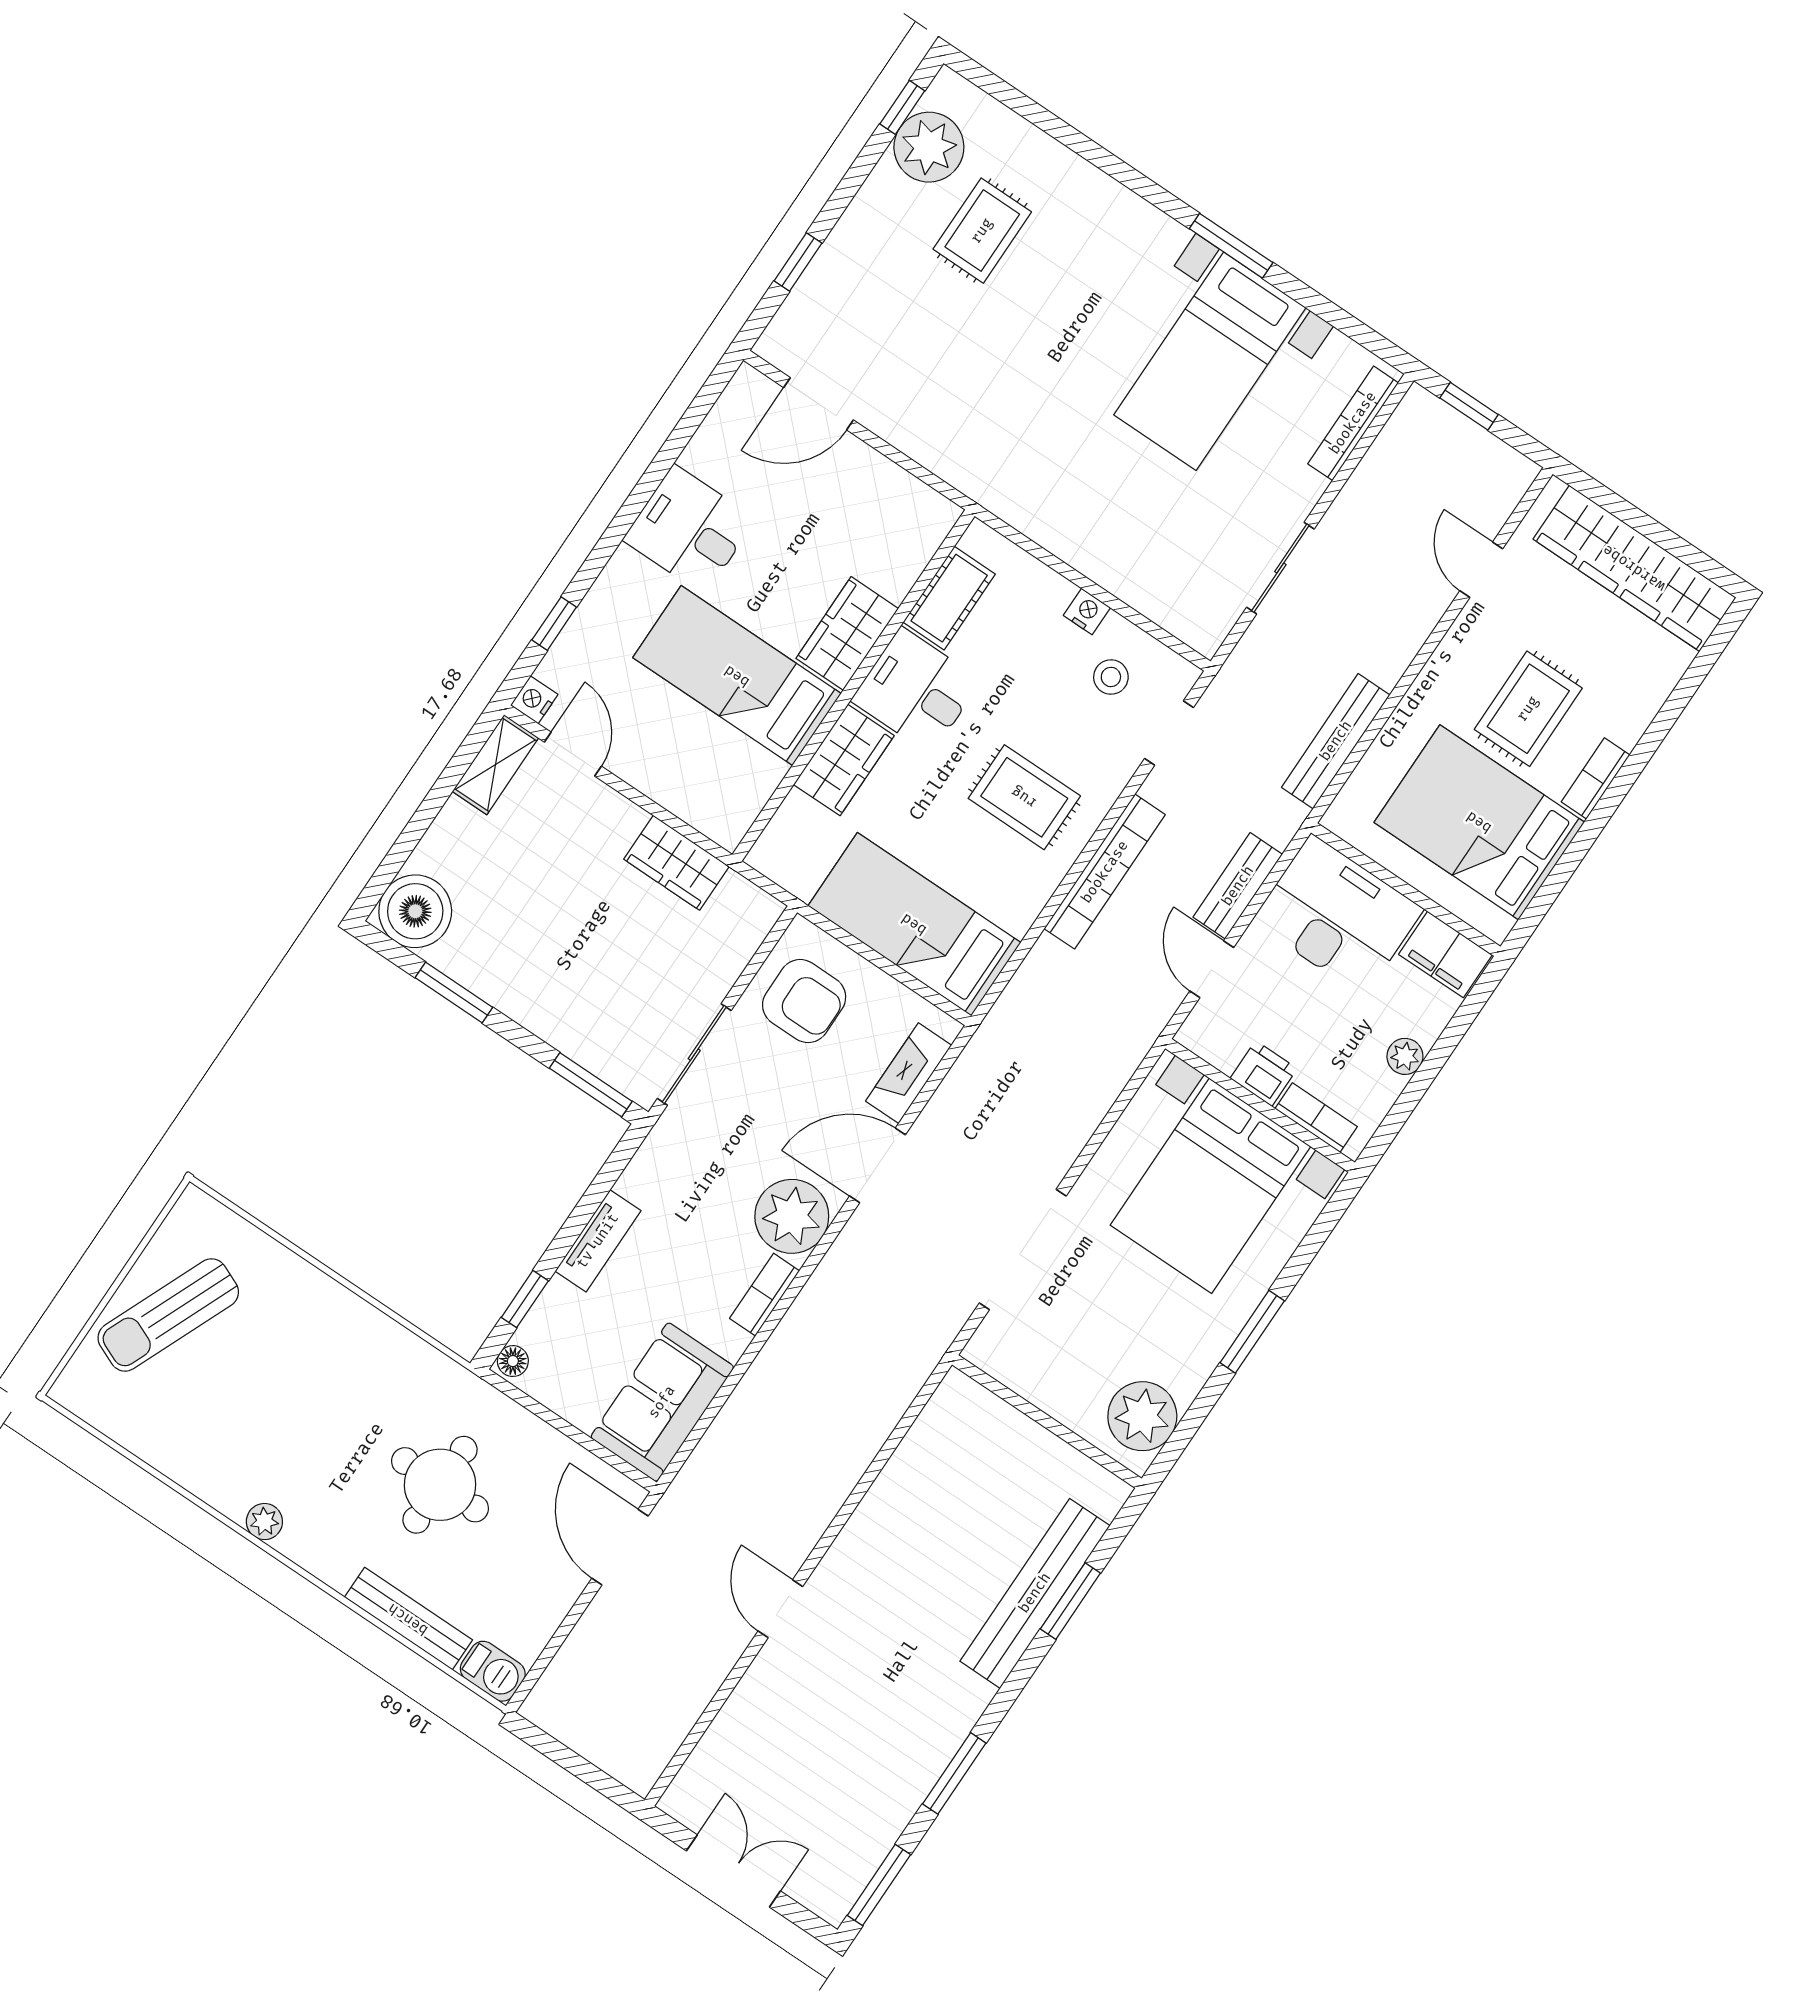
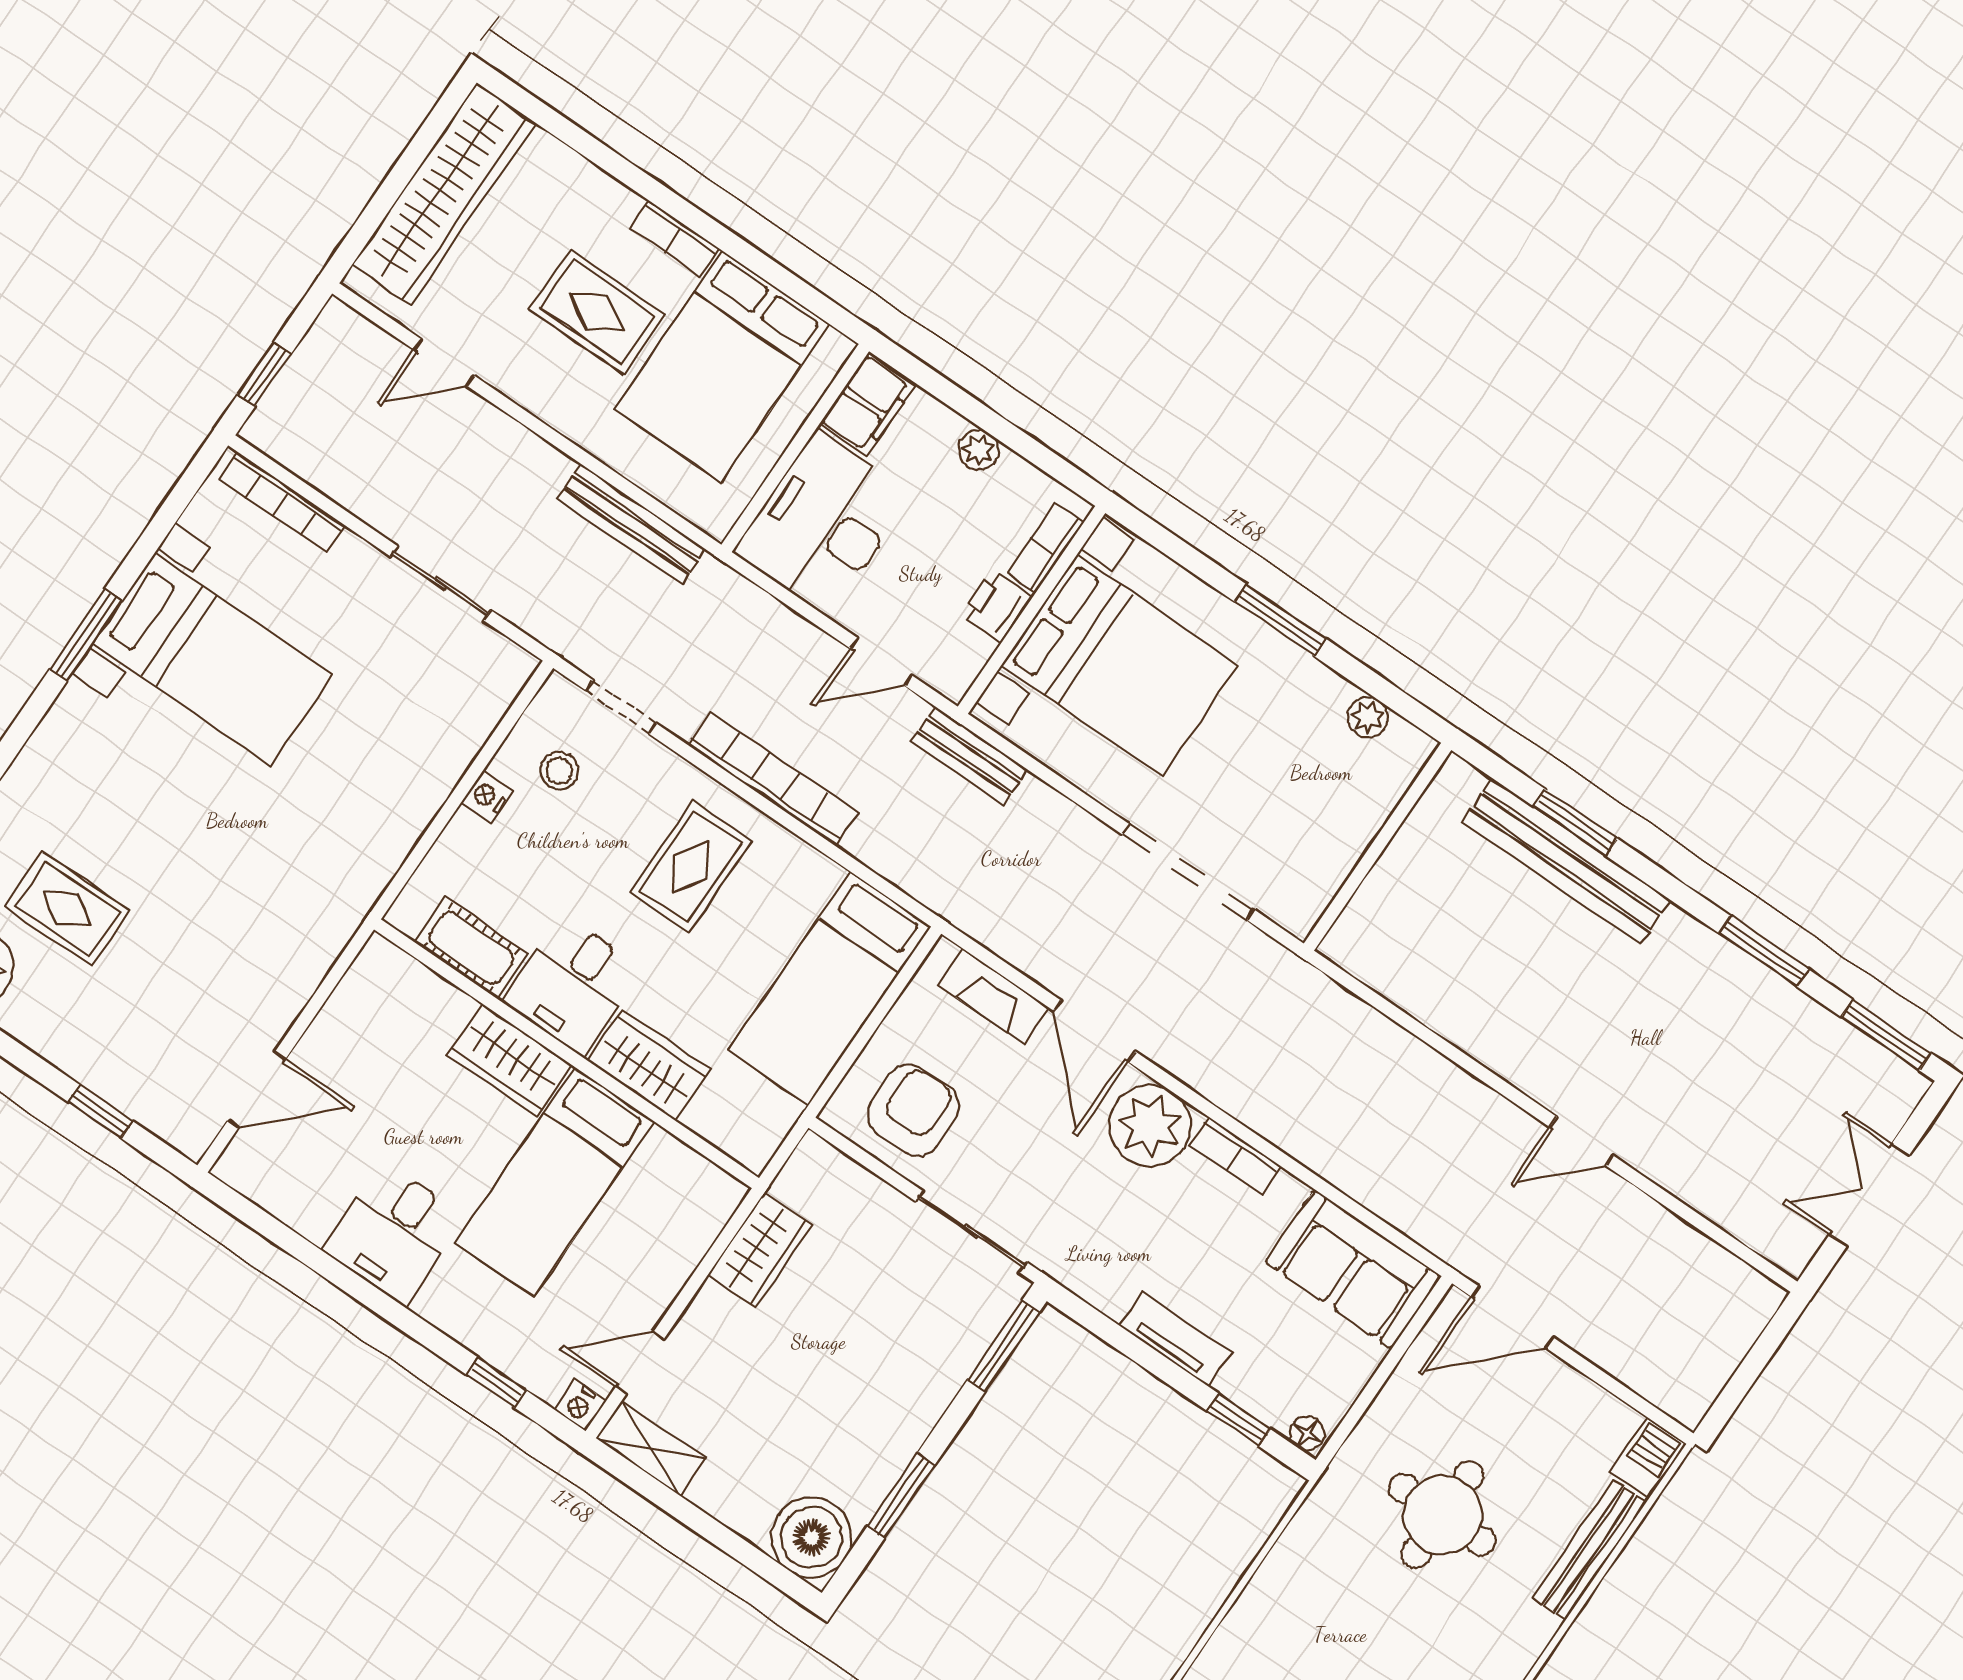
door: (819, 404) -> (256, 1090), hinge flipped
bench: (1238, 886) -> (969, 756), moved
plant: (1142, 1416) -> (1368, 717), width x0.53, depth x0.53

